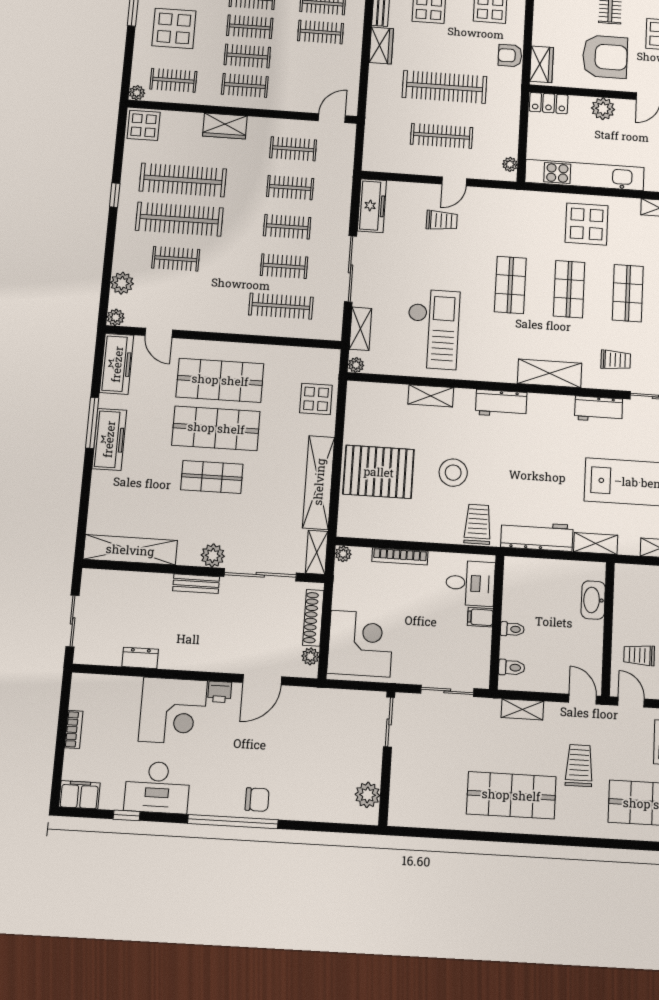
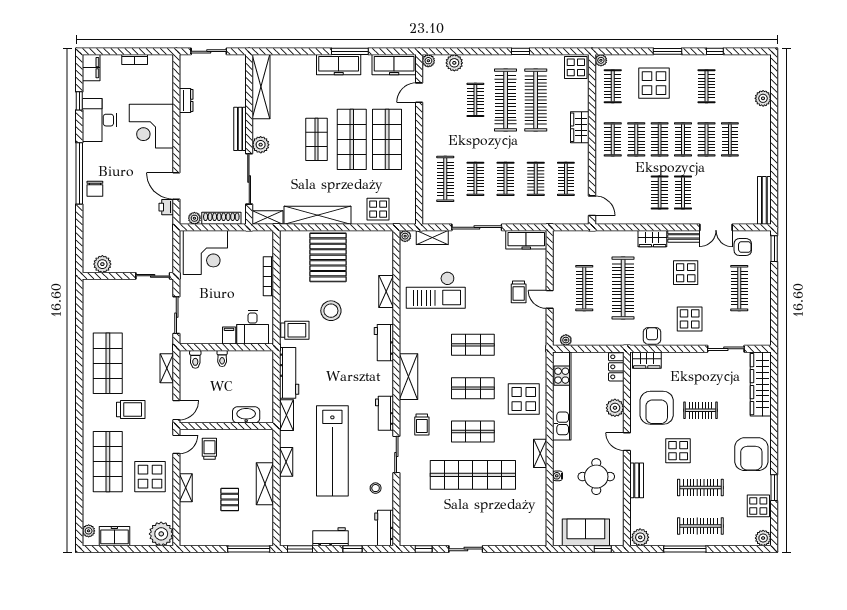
plant: (343, 554) -> (268, 236), removed
bench: (196, 584) -> (240, 129), width x1.36
printer: (220, 692) -> (166, 207), moved

